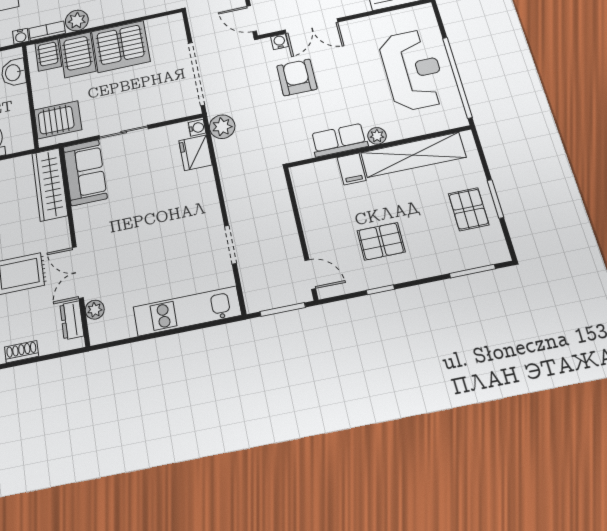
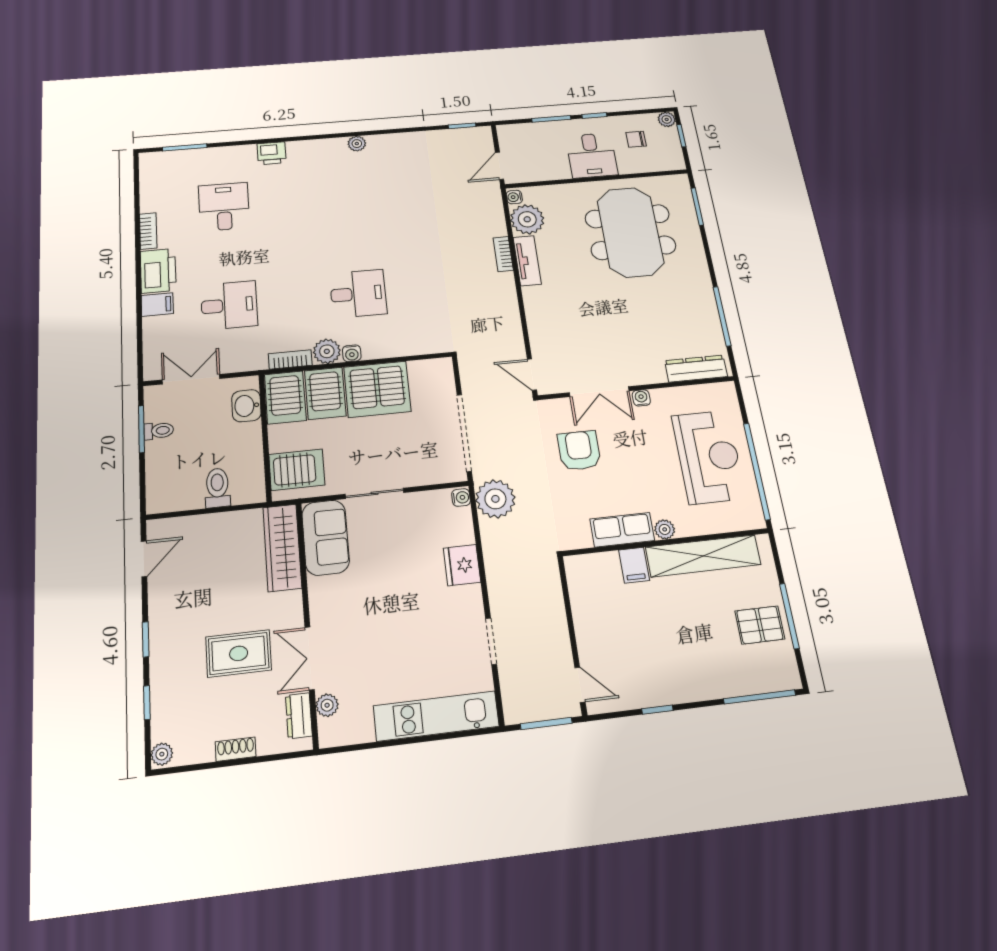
water cooler: (21, 36) -> (352, 353), moved
water cooler: (279, 42) -> (641, 398), moved
server rack: (48, 55) -> (285, 397), width x1.36, depth x1.44
plant: (222, 127) -> (495, 499), width x1.36, depth x1.36
fridge: (195, 153) -> (462, 565), moved
window: (495, 199) -> (789, 616), width x1.44
pallet: (469, 209) -> (760, 625), turned 90
pallet: (381, 241) -> (662, 653), removed
window: (472, 271) -> (760, 697), width x1.44

